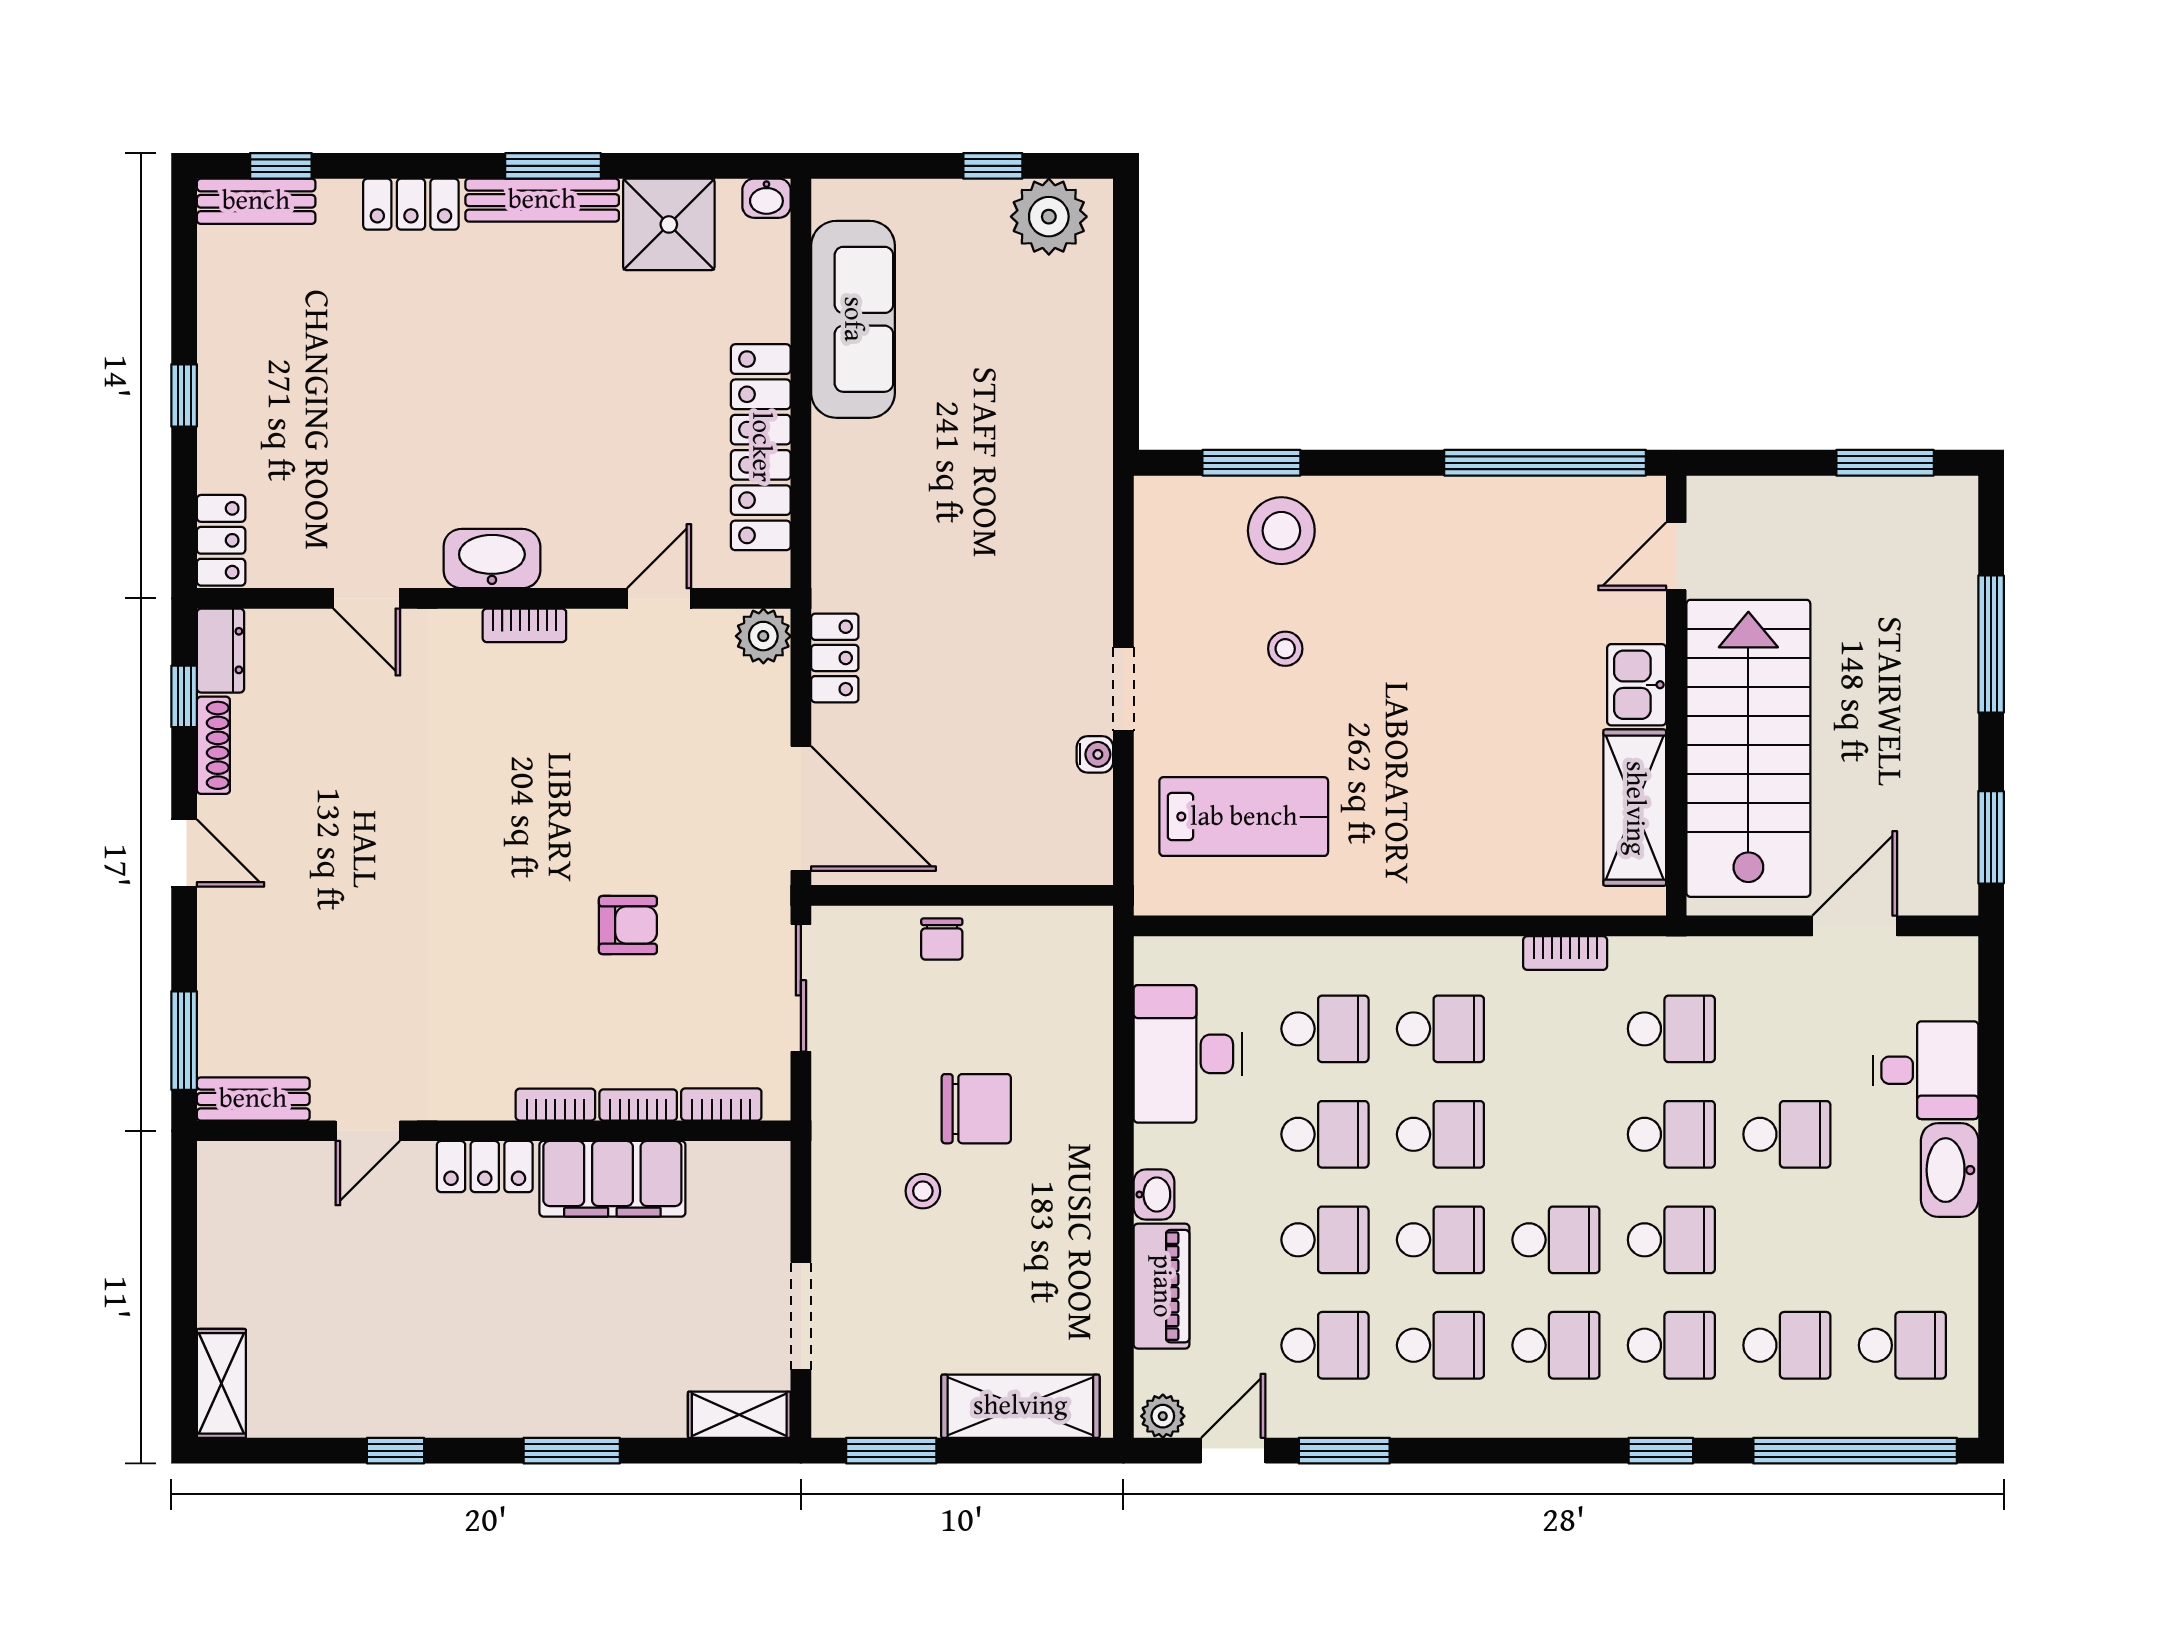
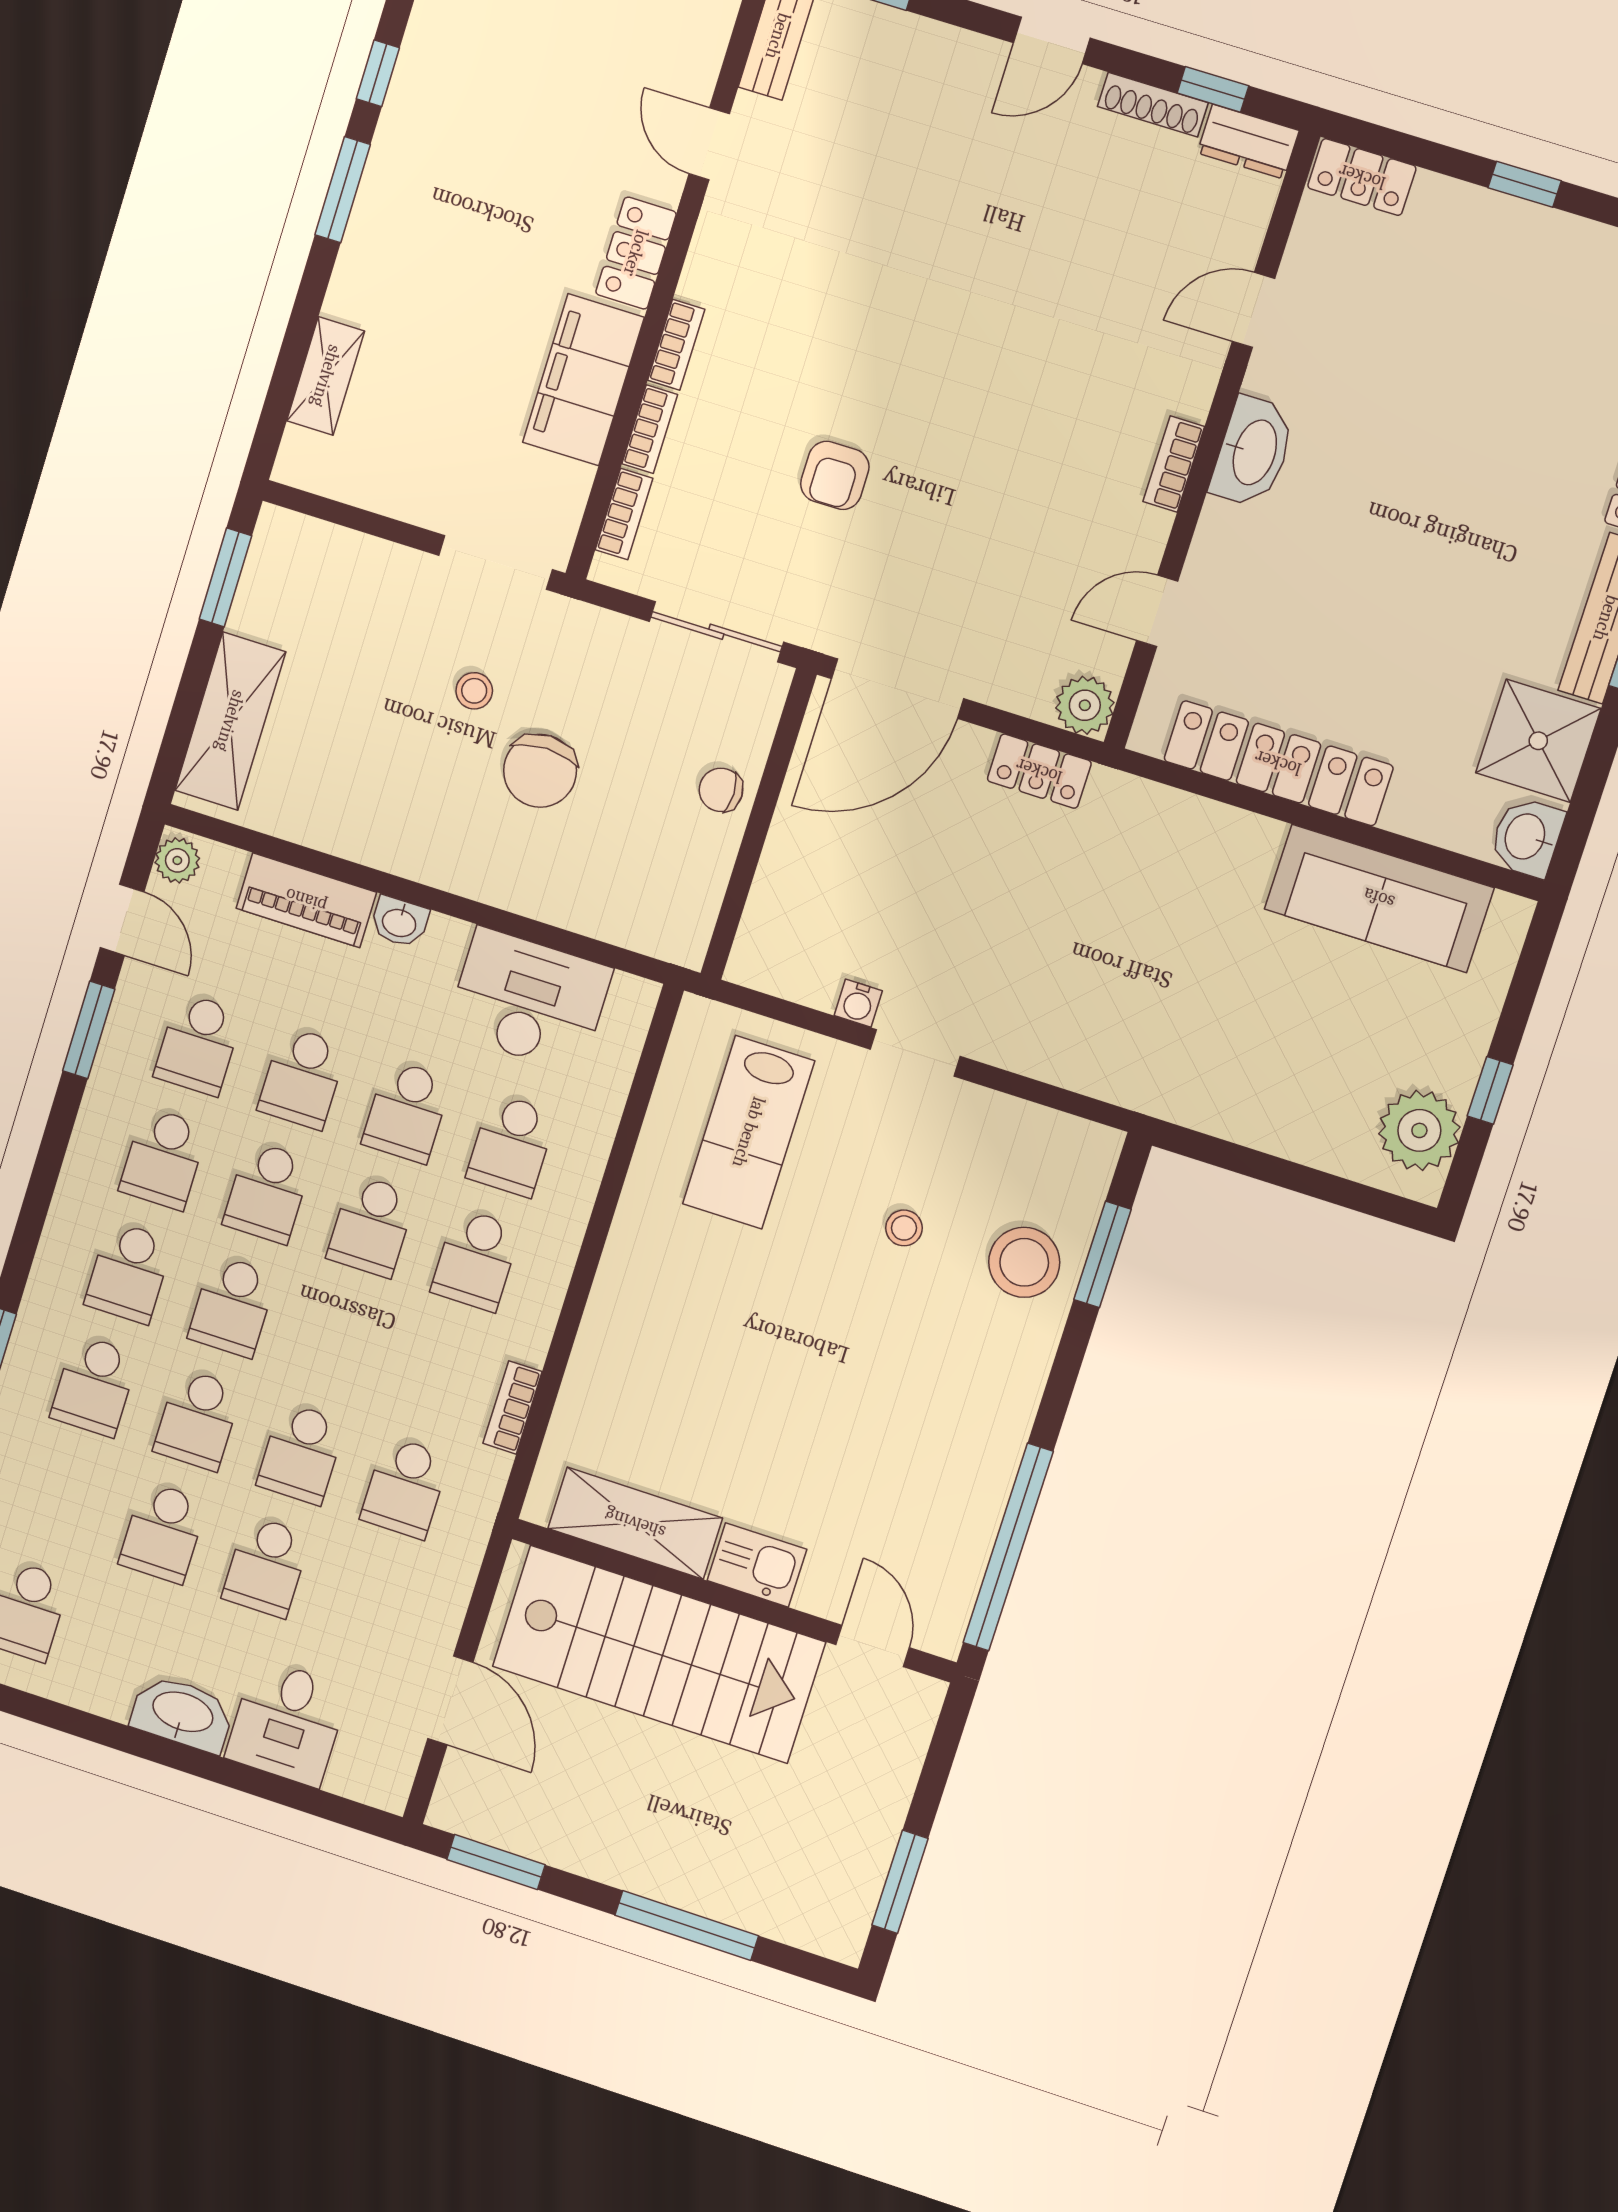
washbasin: (766, 198) -> (1527, 837), width x1.38, depth x1.45
door: (659, 598) -> (1157, 611), swing flipped
doorway: (801, 1316) -> (496, 562), moved
school desk: (1787, 1345) -> (163, 1533), moved
shelving: (739, 1415) -> (326, 376), moved
window: (572, 1451) -> (343, 190), moved

